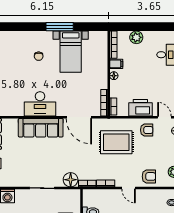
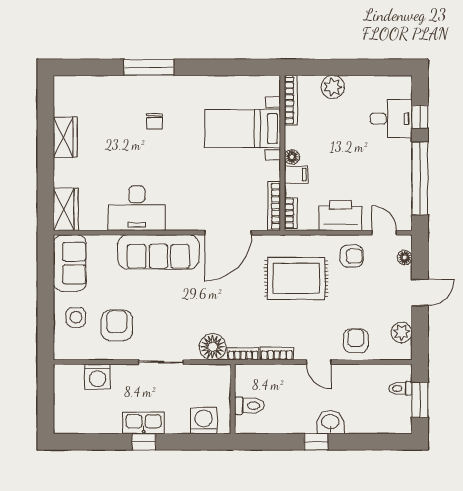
window: (60, 27) -> (149, 67), moved
bed with nightstands: (71, 52) -> (243, 129), moved, turned 90
filing cabinet: (116, 64) -> (296, 175), moved
desk: (40, 104) -> (137, 208), moved
door: (79, 117) -> (228, 233), hinge flipped
armchair: (18, 168) -> (117, 325), added
armchair: (149, 176) -> (356, 341), turned -90

